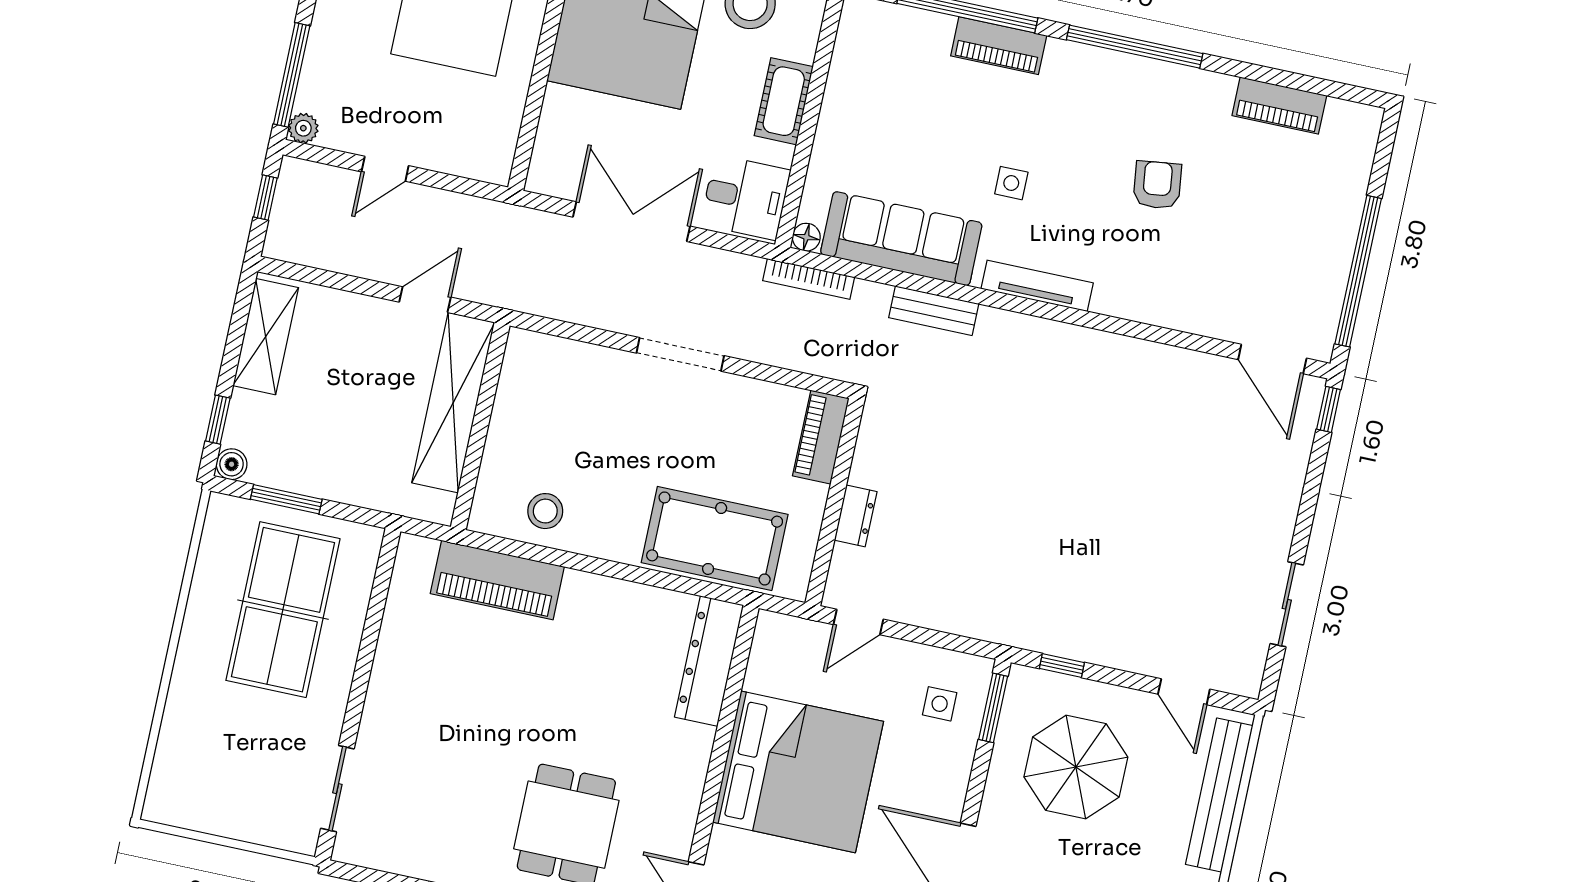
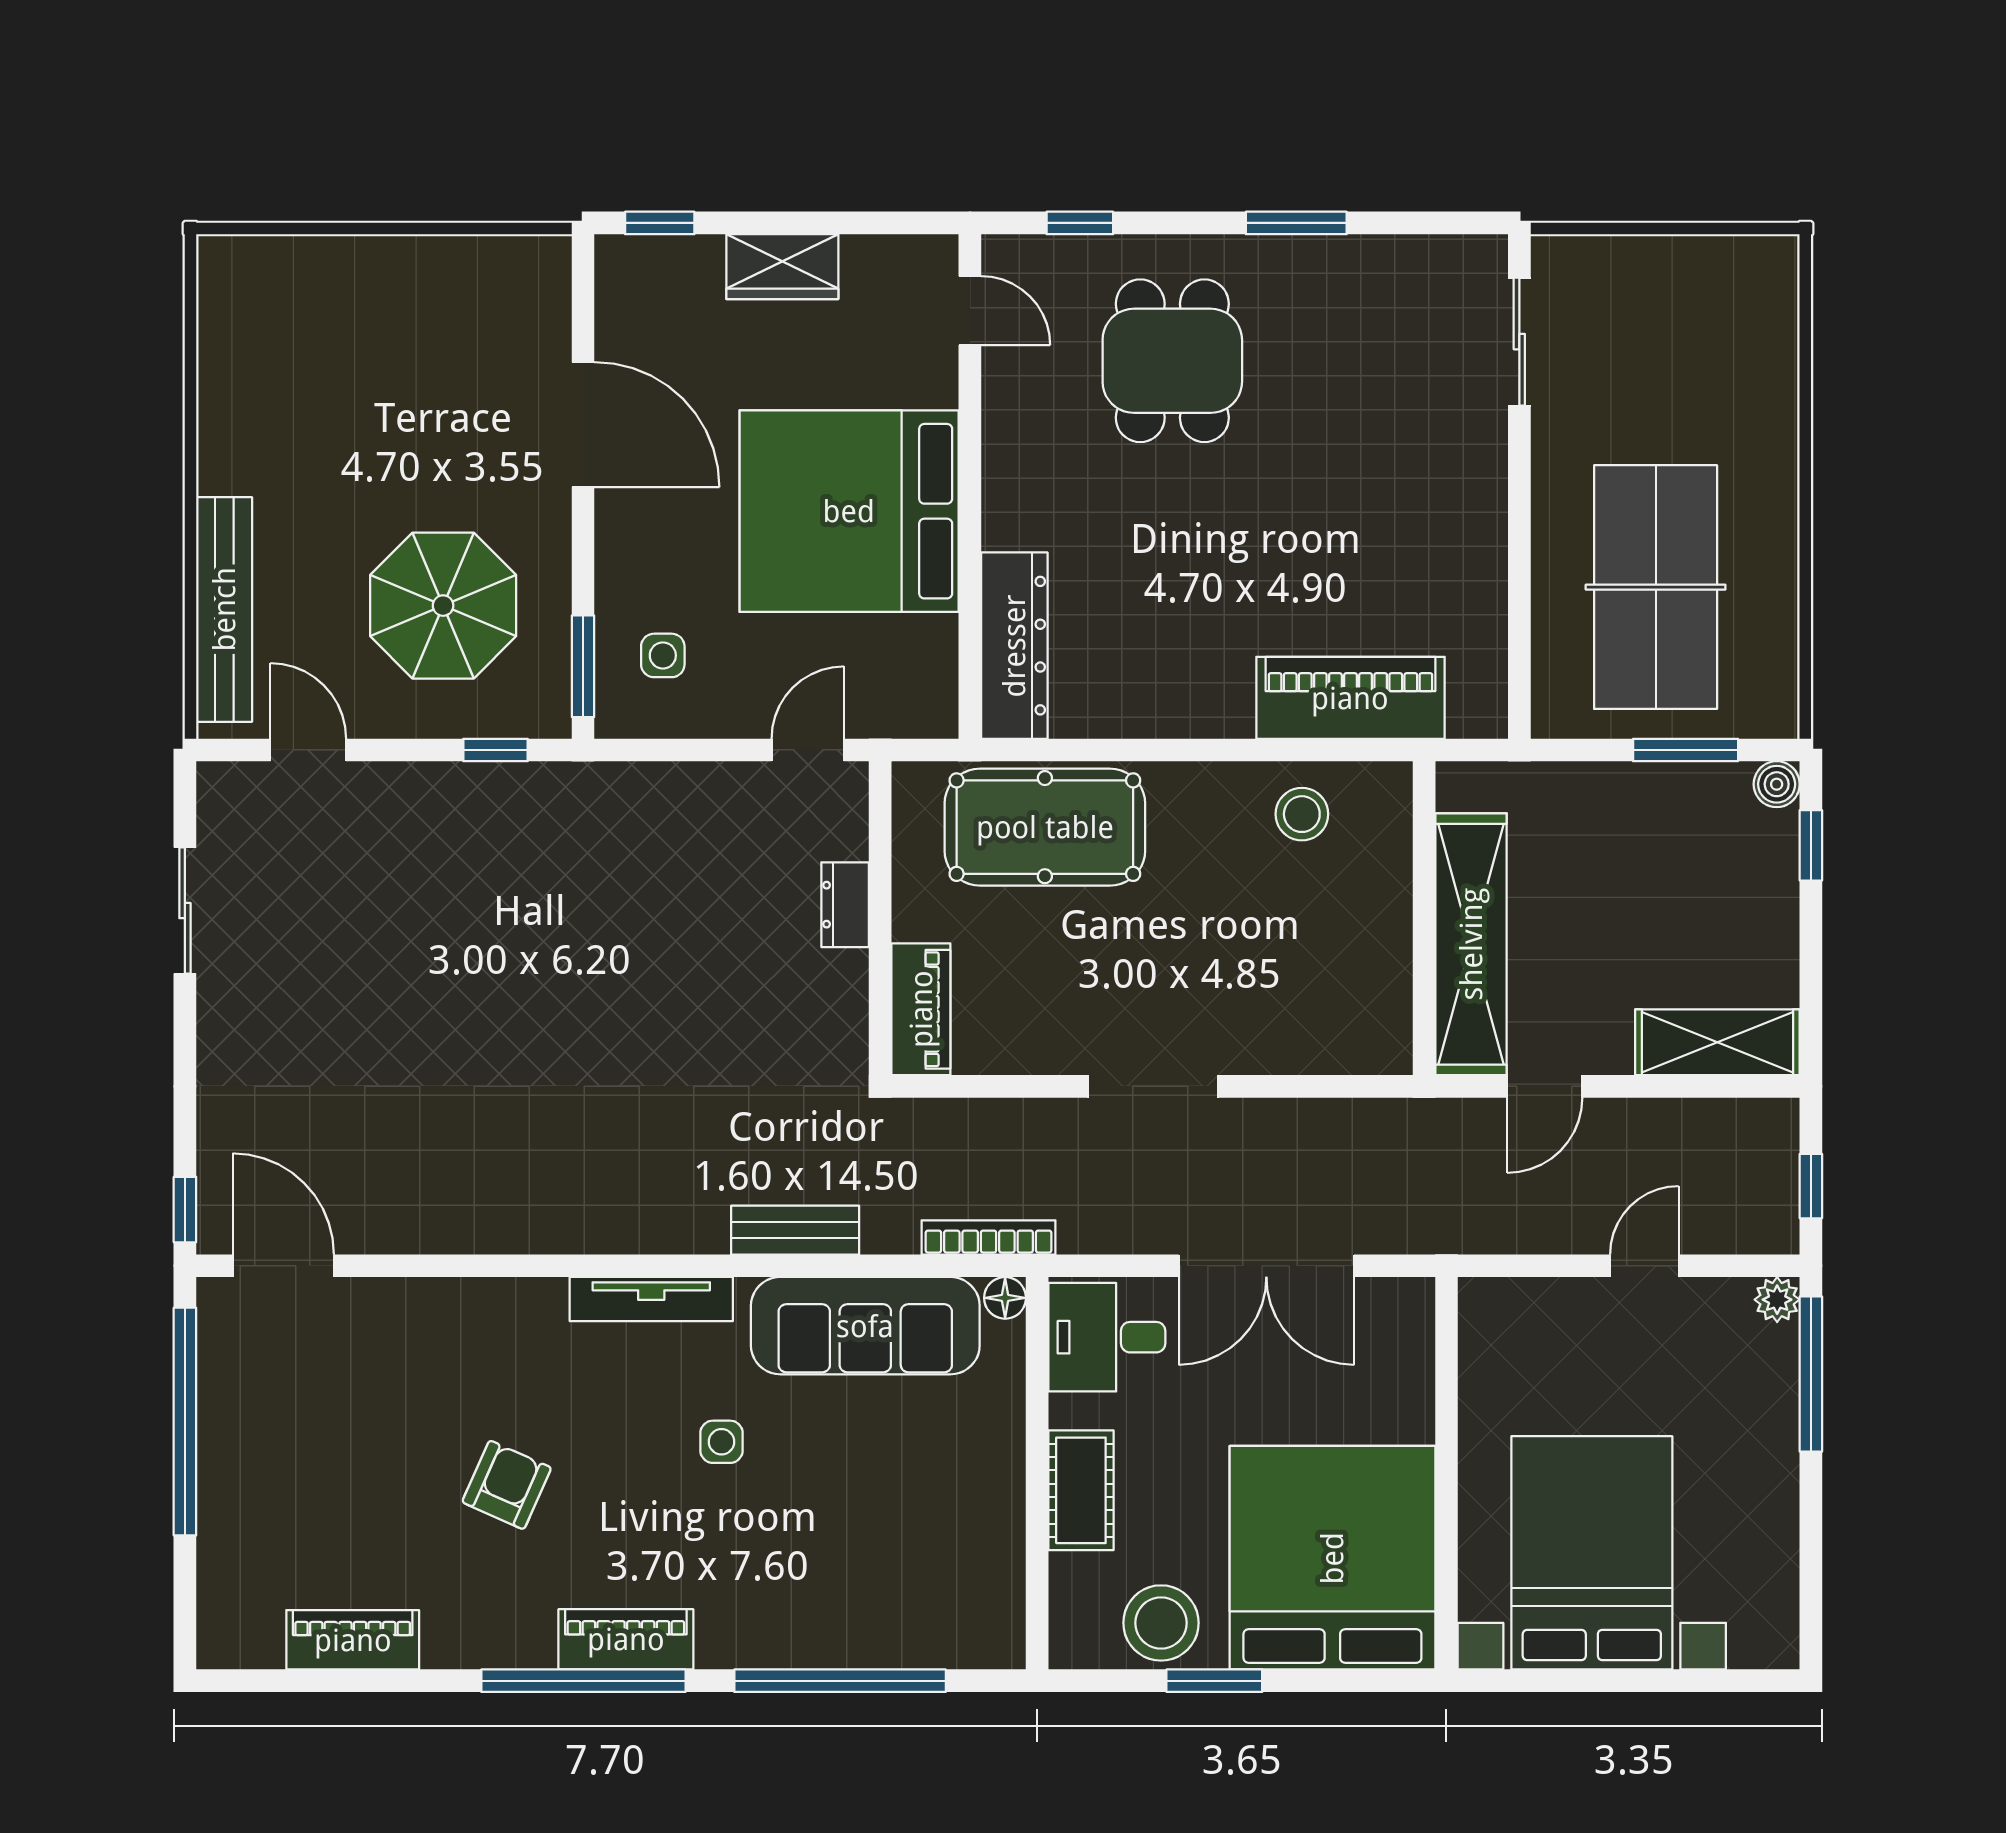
piano: (999, 46) -> (626, 1639), moved
armchair: (1157, 185) -> (507, 1485), turned -149
shelving: (266, 337) -> (1717, 1042), moved, turned 90

